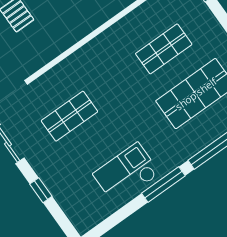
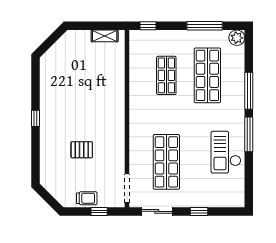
shop shelf: (69, 116) -> (166, 162), width x1.43, depth x1.36

